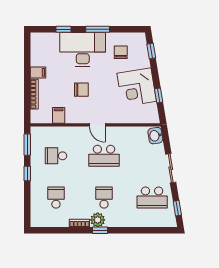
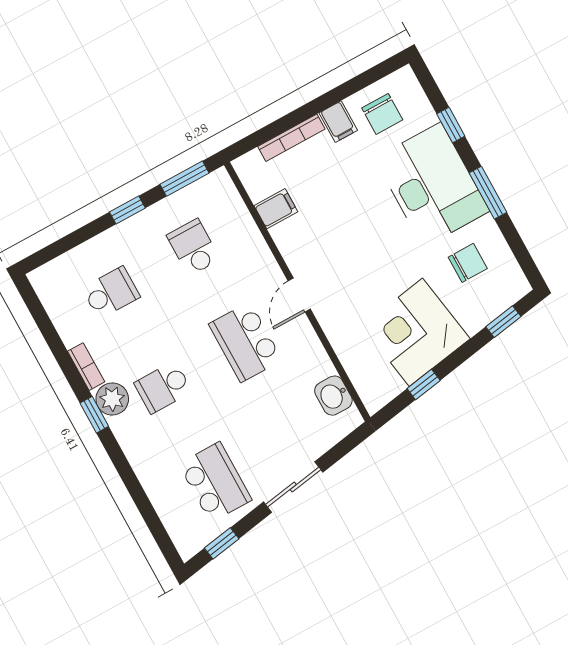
chair: (81, 90) -> (382, 114), moved
washbasin: (155, 136) -> (333, 396), moved, turned -81
school desk: (104, 198) -> (163, 387), turned 180
school desk: (152, 198) -> (215, 482), turned 180

